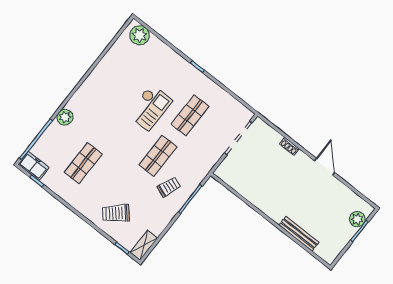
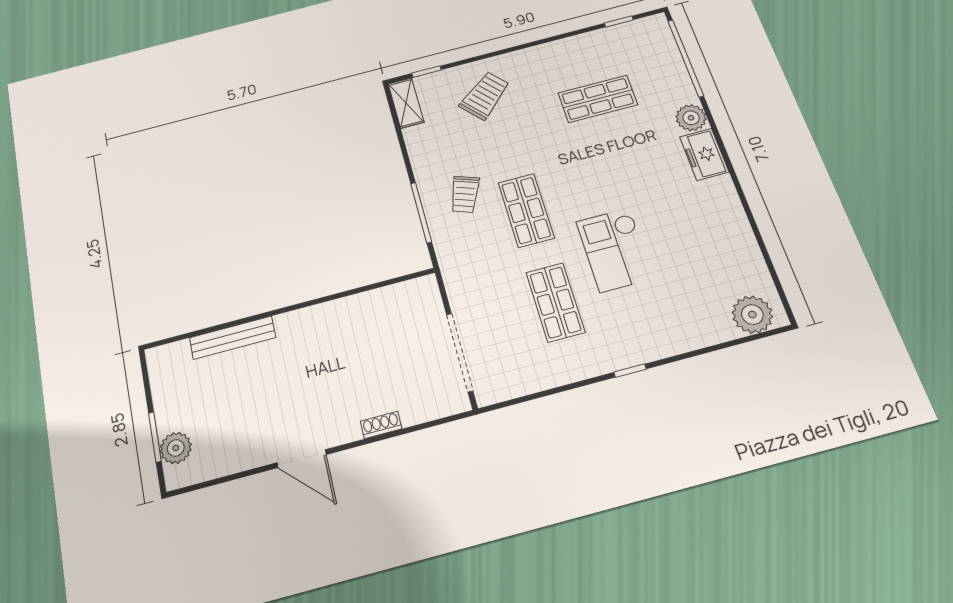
shop shelf: (83, 163) -> (598, 99), turned 90
freezer: (34, 166) -> (704, 154), moved, turned 90

